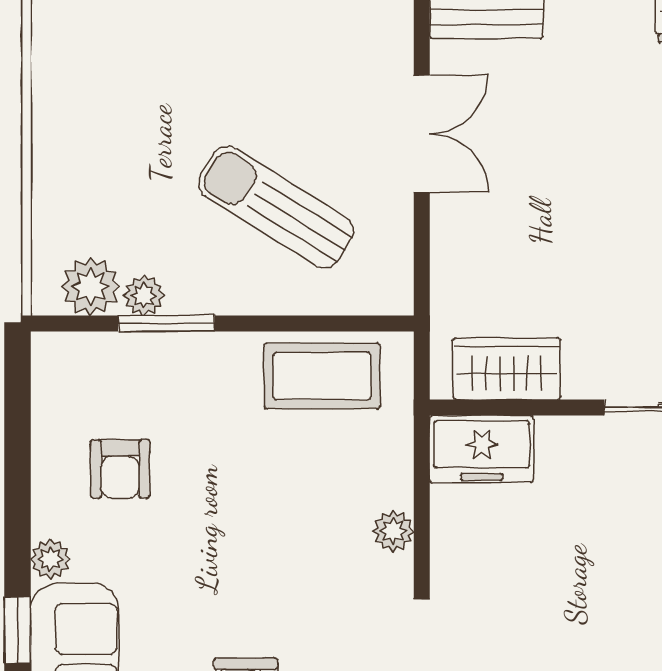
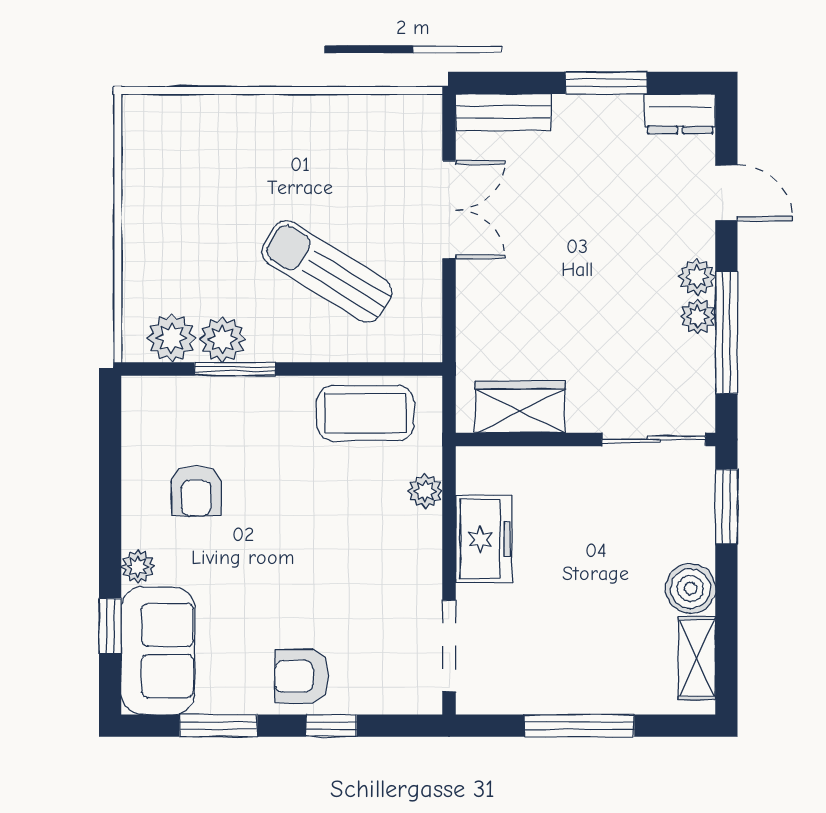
plant: (144, 296) -> (222, 339), width x1.38, depth x1.38
freezer: (482, 449) -> (484, 539), moved, turned -90
plant: (393, 531) -> (425, 491), moved

